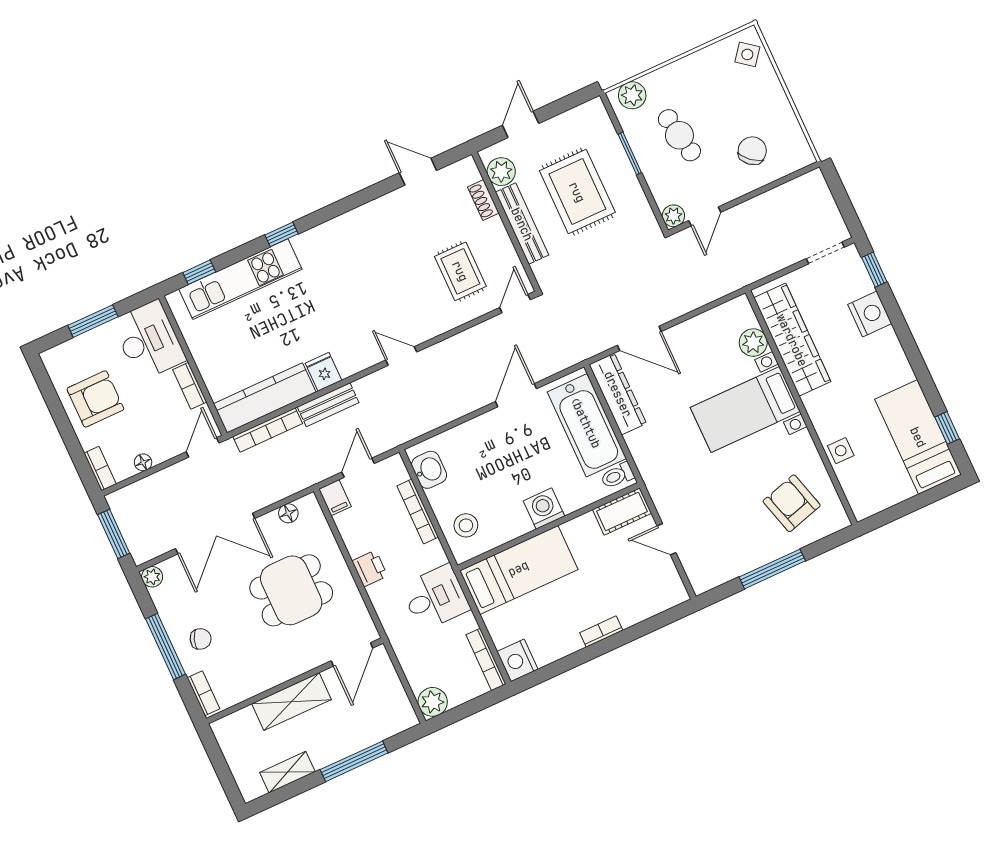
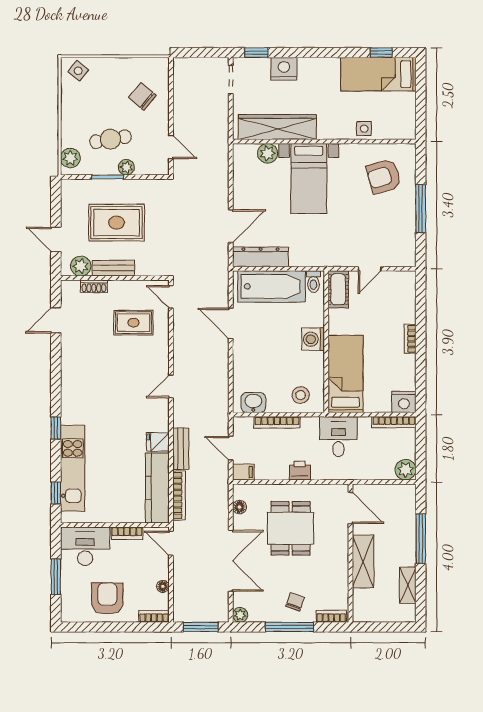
plant: (673, 216) -> (126, 167), moved
bench: (522, 224) -> (113, 268), width x0.73

